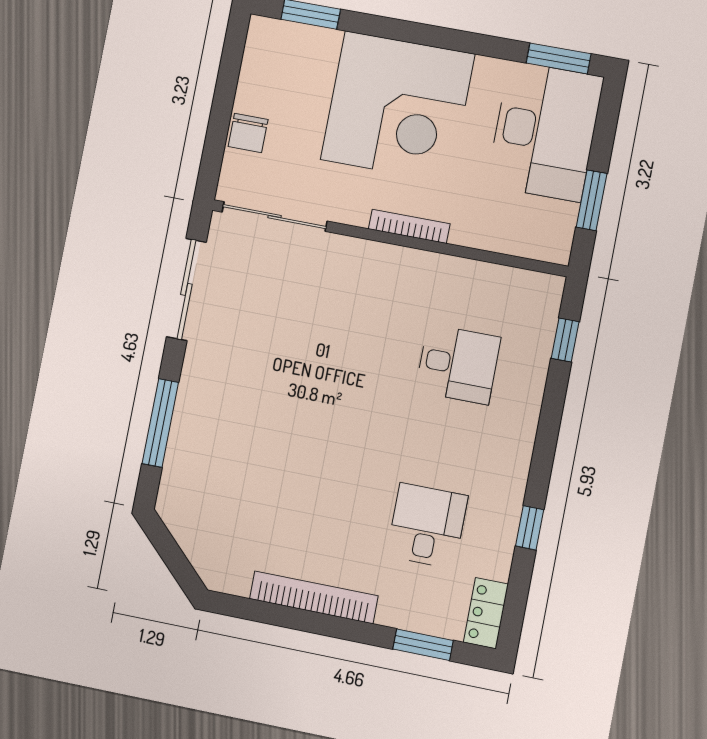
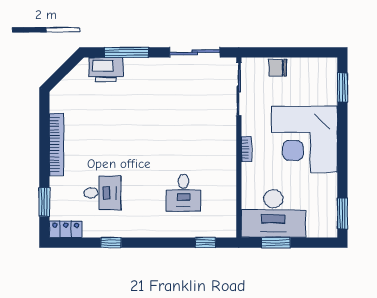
desk: (545, 131) -> (273, 214), moved
bookcase: (409, 226) -> (246, 149), width x0.64
printer: (186, 470) -> (106, 70), added

